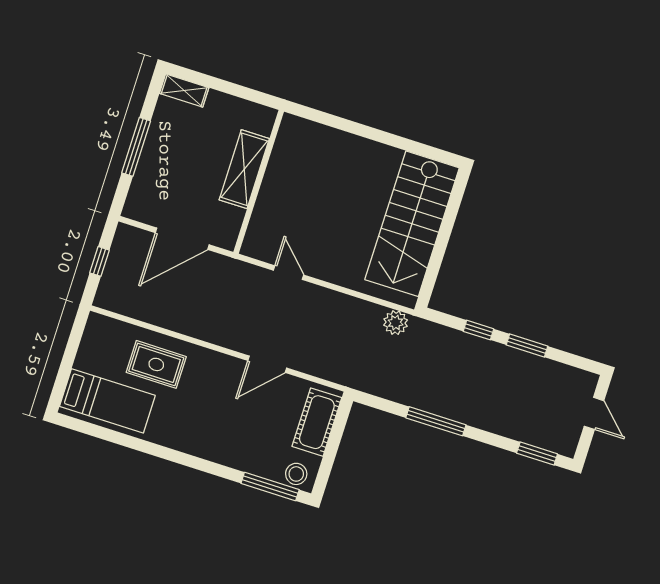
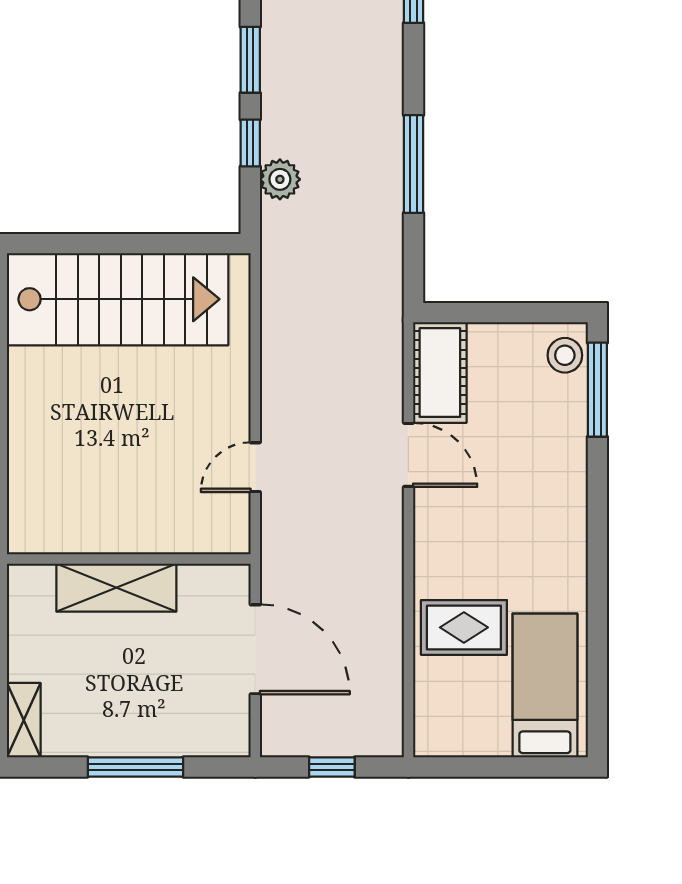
plant: (396, 323) -> (280, 179), moved
rug: (156, 364) -> (464, 627), turned 90
cot: (317, 422) -> (440, 372), moved, turned 90

